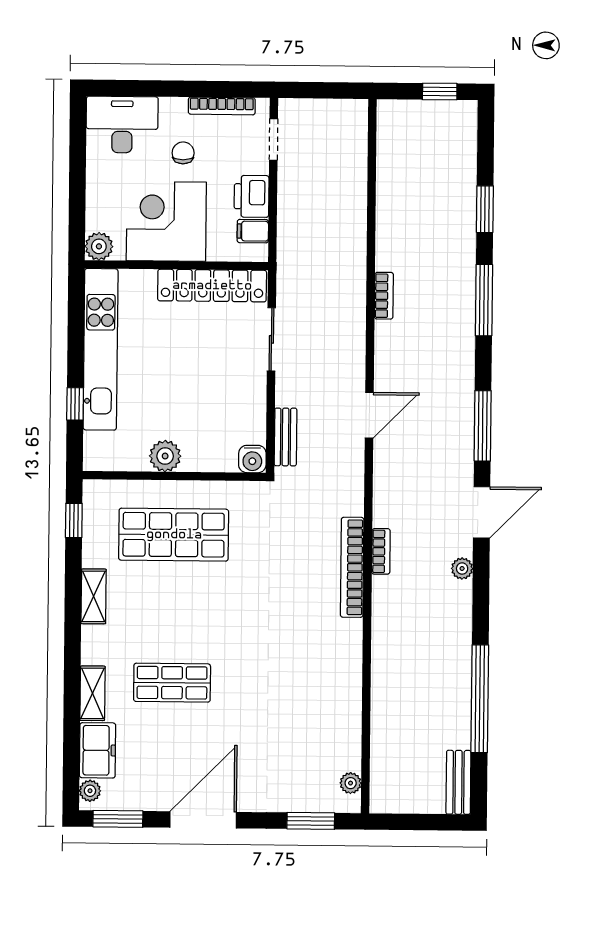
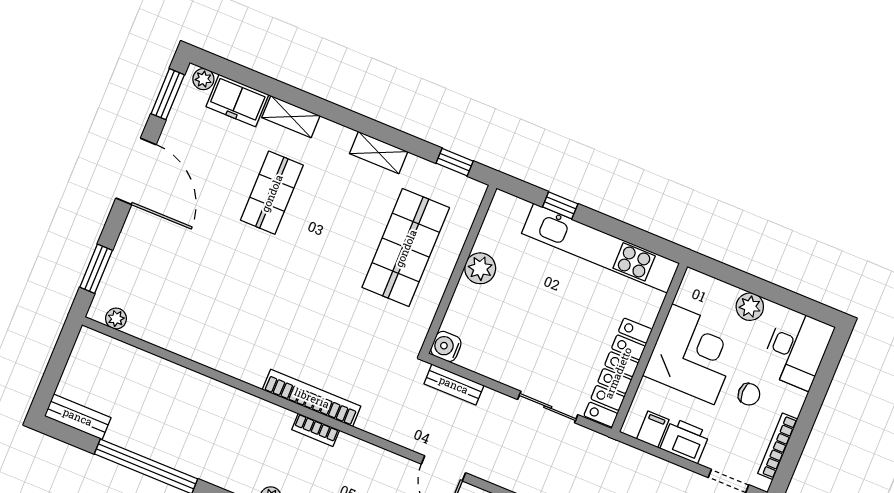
plant: (99, 246) -> (750, 307), moved

